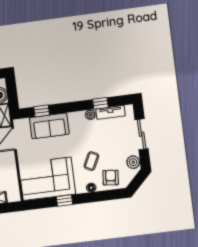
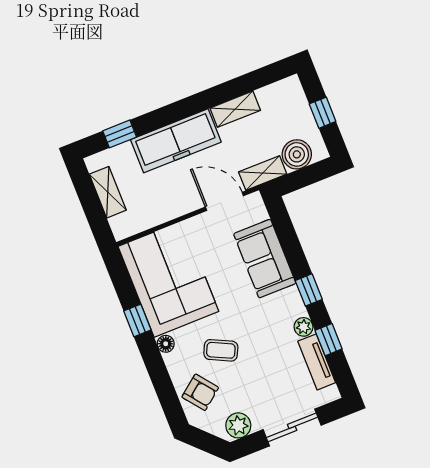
window: (42, 111) -> (309, 290), moved
armchair: (111, 178) -> (200, 392), turned 46
floor lamp: (91, 188) -> (166, 344), moved

